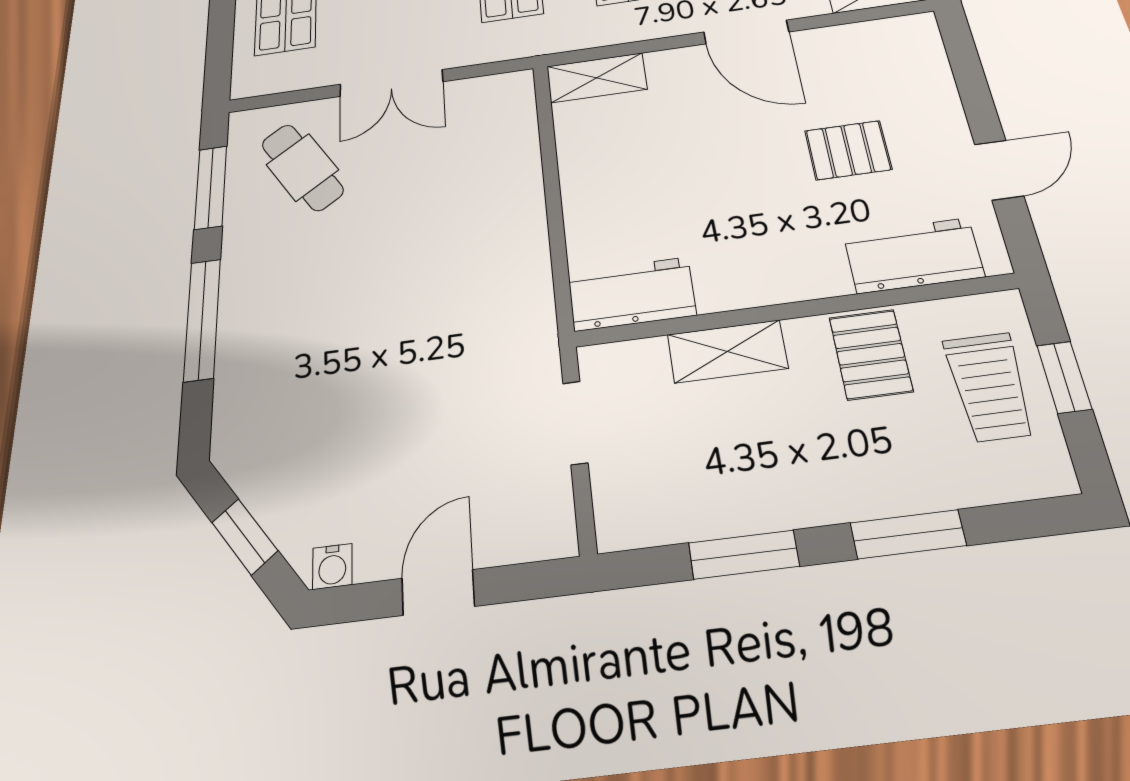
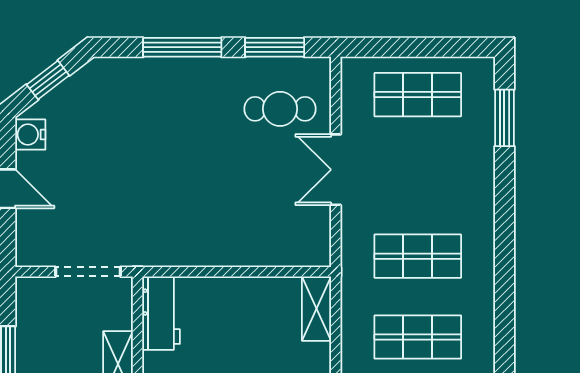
cafe table: (302, 167) -> (280, 109), turned 34
doorway: (575, 423) -> (88, 272), width x1.38
water cooler: (332, 566) -> (30, 135), width x1.38, depth x1.38

